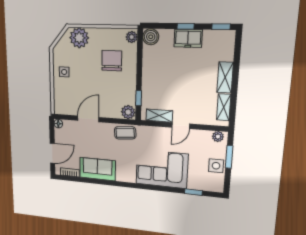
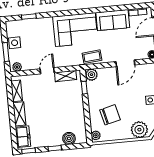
boiler: (151, 37) -> (69, 138), moved
freezer: (188, 38) -> (23, 137), moved, turned 90
chair: (112, 61) -> (110, 115), turned -104
corner sofa: (162, 169) -> (75, 30), moved

